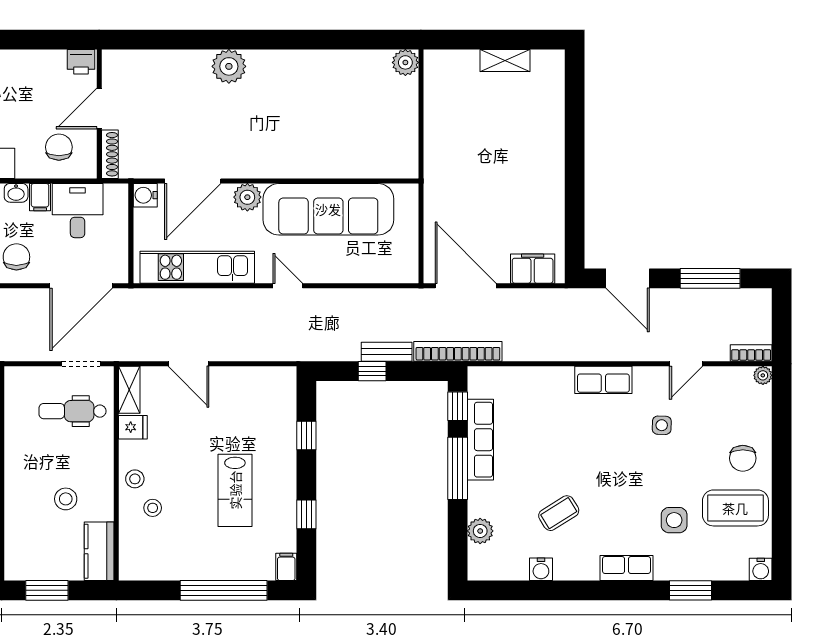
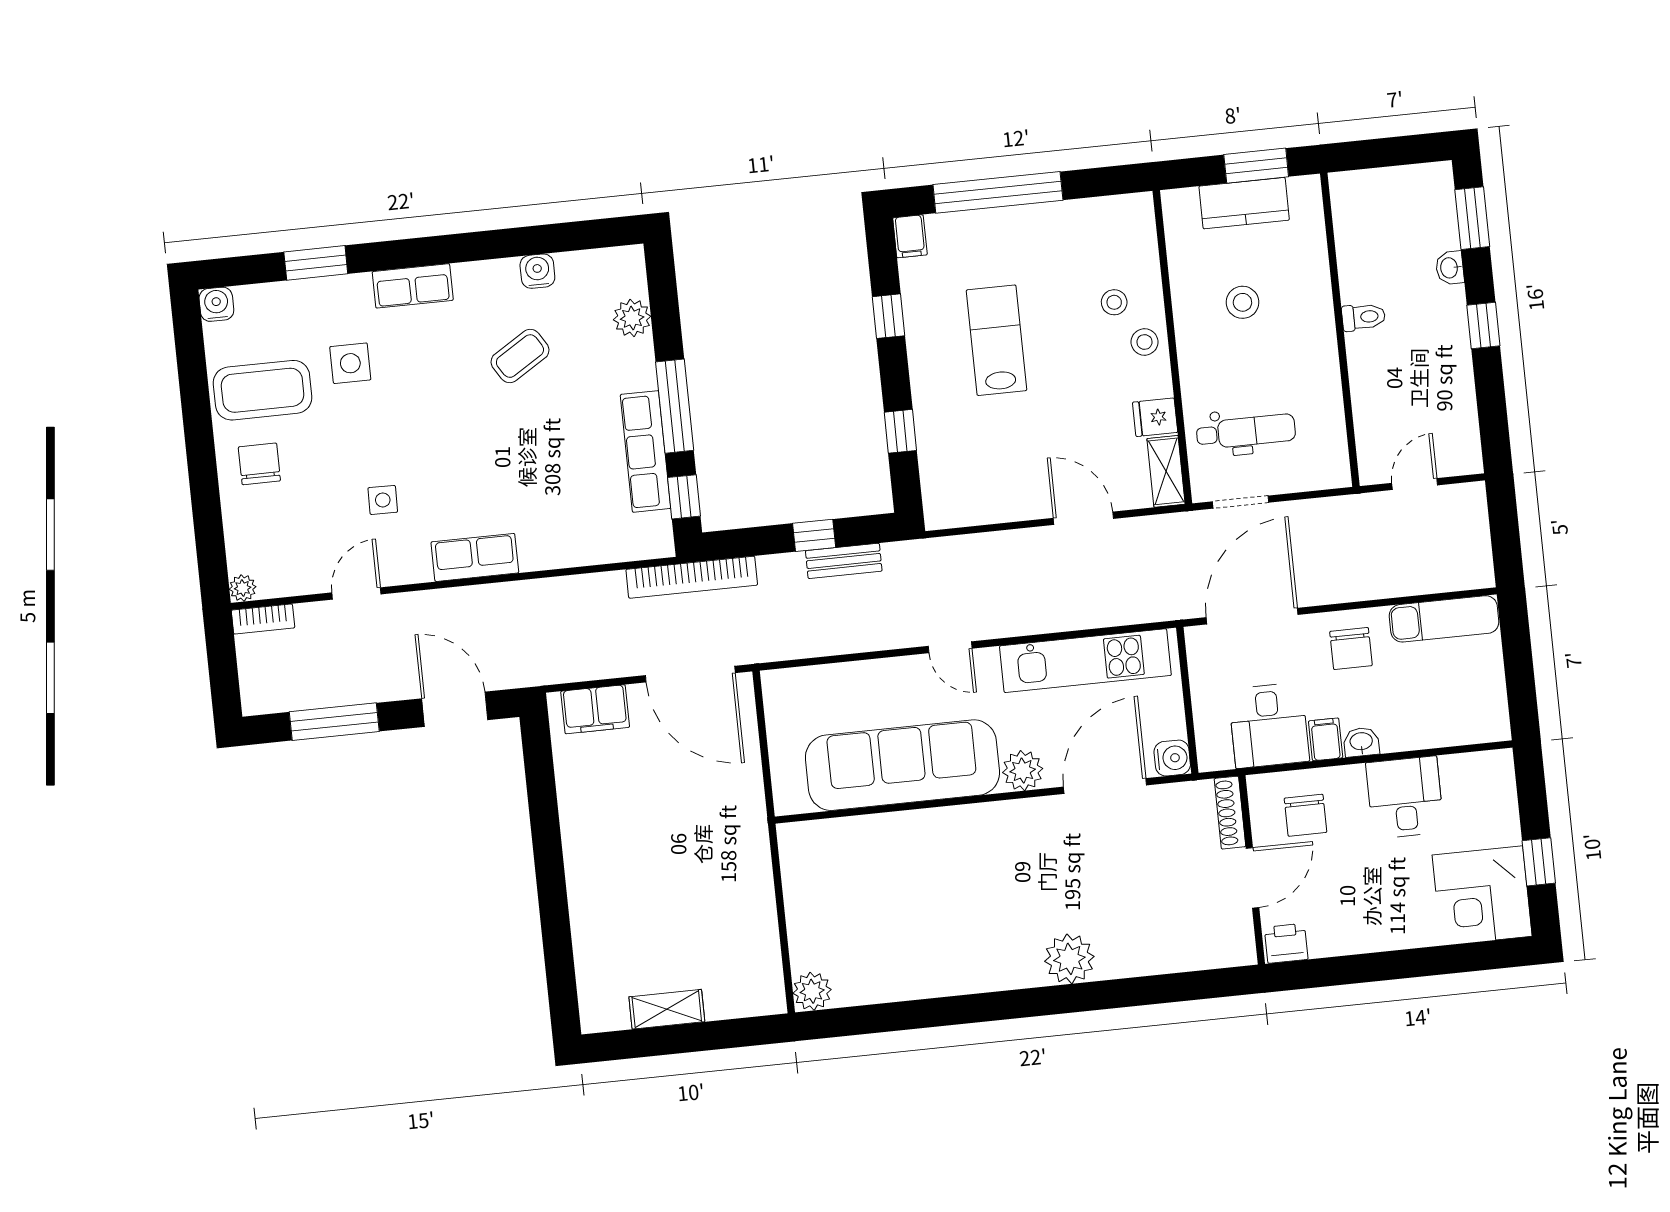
bench: (387, 352) -> (844, 561), moved
kitchen counter: (99, 551) -> (1244, 203), moved, turned 90

